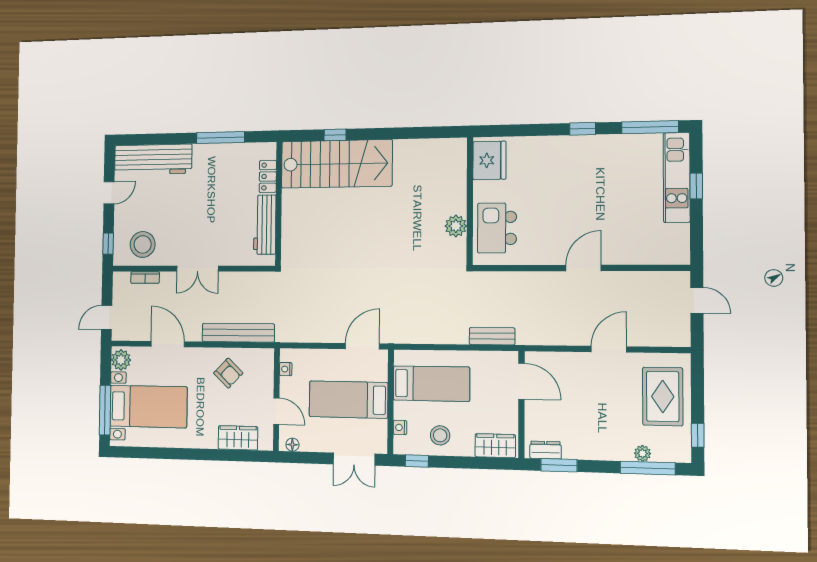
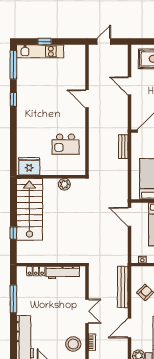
fridge: (489, 160) -> (29, 166), moved
stairs: (337, 164) -> (29, 209), moved
wall: (470, 201) -> (51, 177), moved
plant: (456, 226) -> (64, 184), moved

